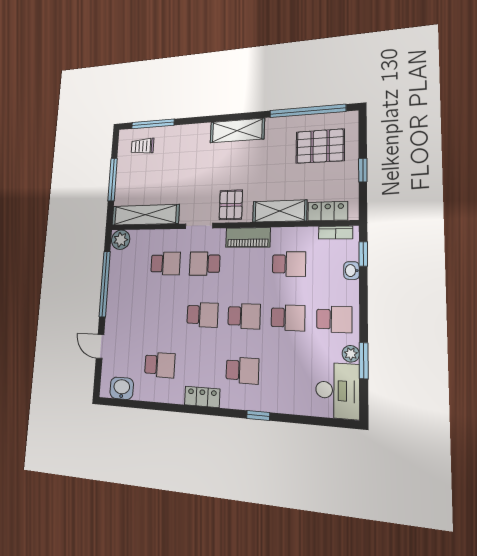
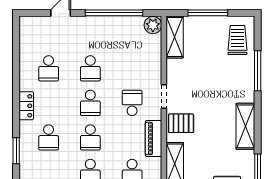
window: (153, 124) -> (258, 71), moved
trolley: (142, 146) -> (237, 40), width x1.36, depth x1.39
shelving: (145, 215) -> (175, 37), width x0.68
school desk: (165, 263) -> (90, 68), moved
washbasin: (122, 388) -> (28, 36), removed
window: (258, 415) -> (16, 151), width x1.50

